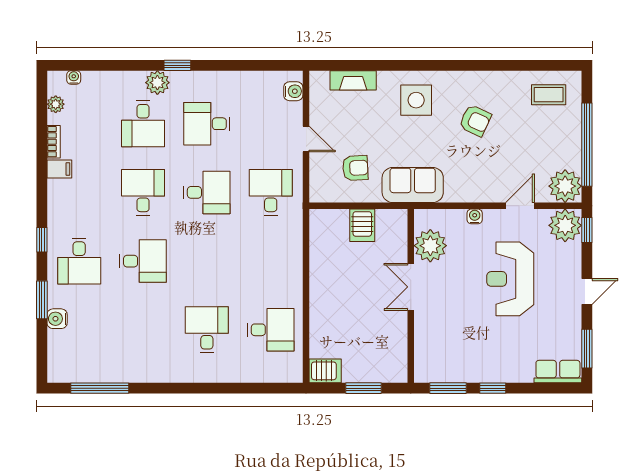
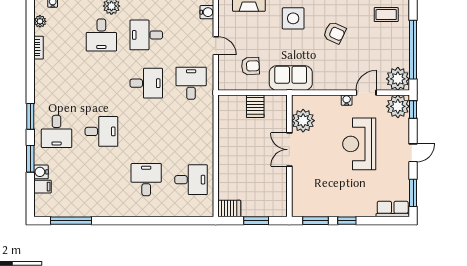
filing cabinet: (59, 169) -> (43, 187), moved
desk: (143, 192) -> (101, 83), removed
water cooler: (475, 216) -> (347, 100), moved
window: (42, 240) -> (30, 116), width x1.50

